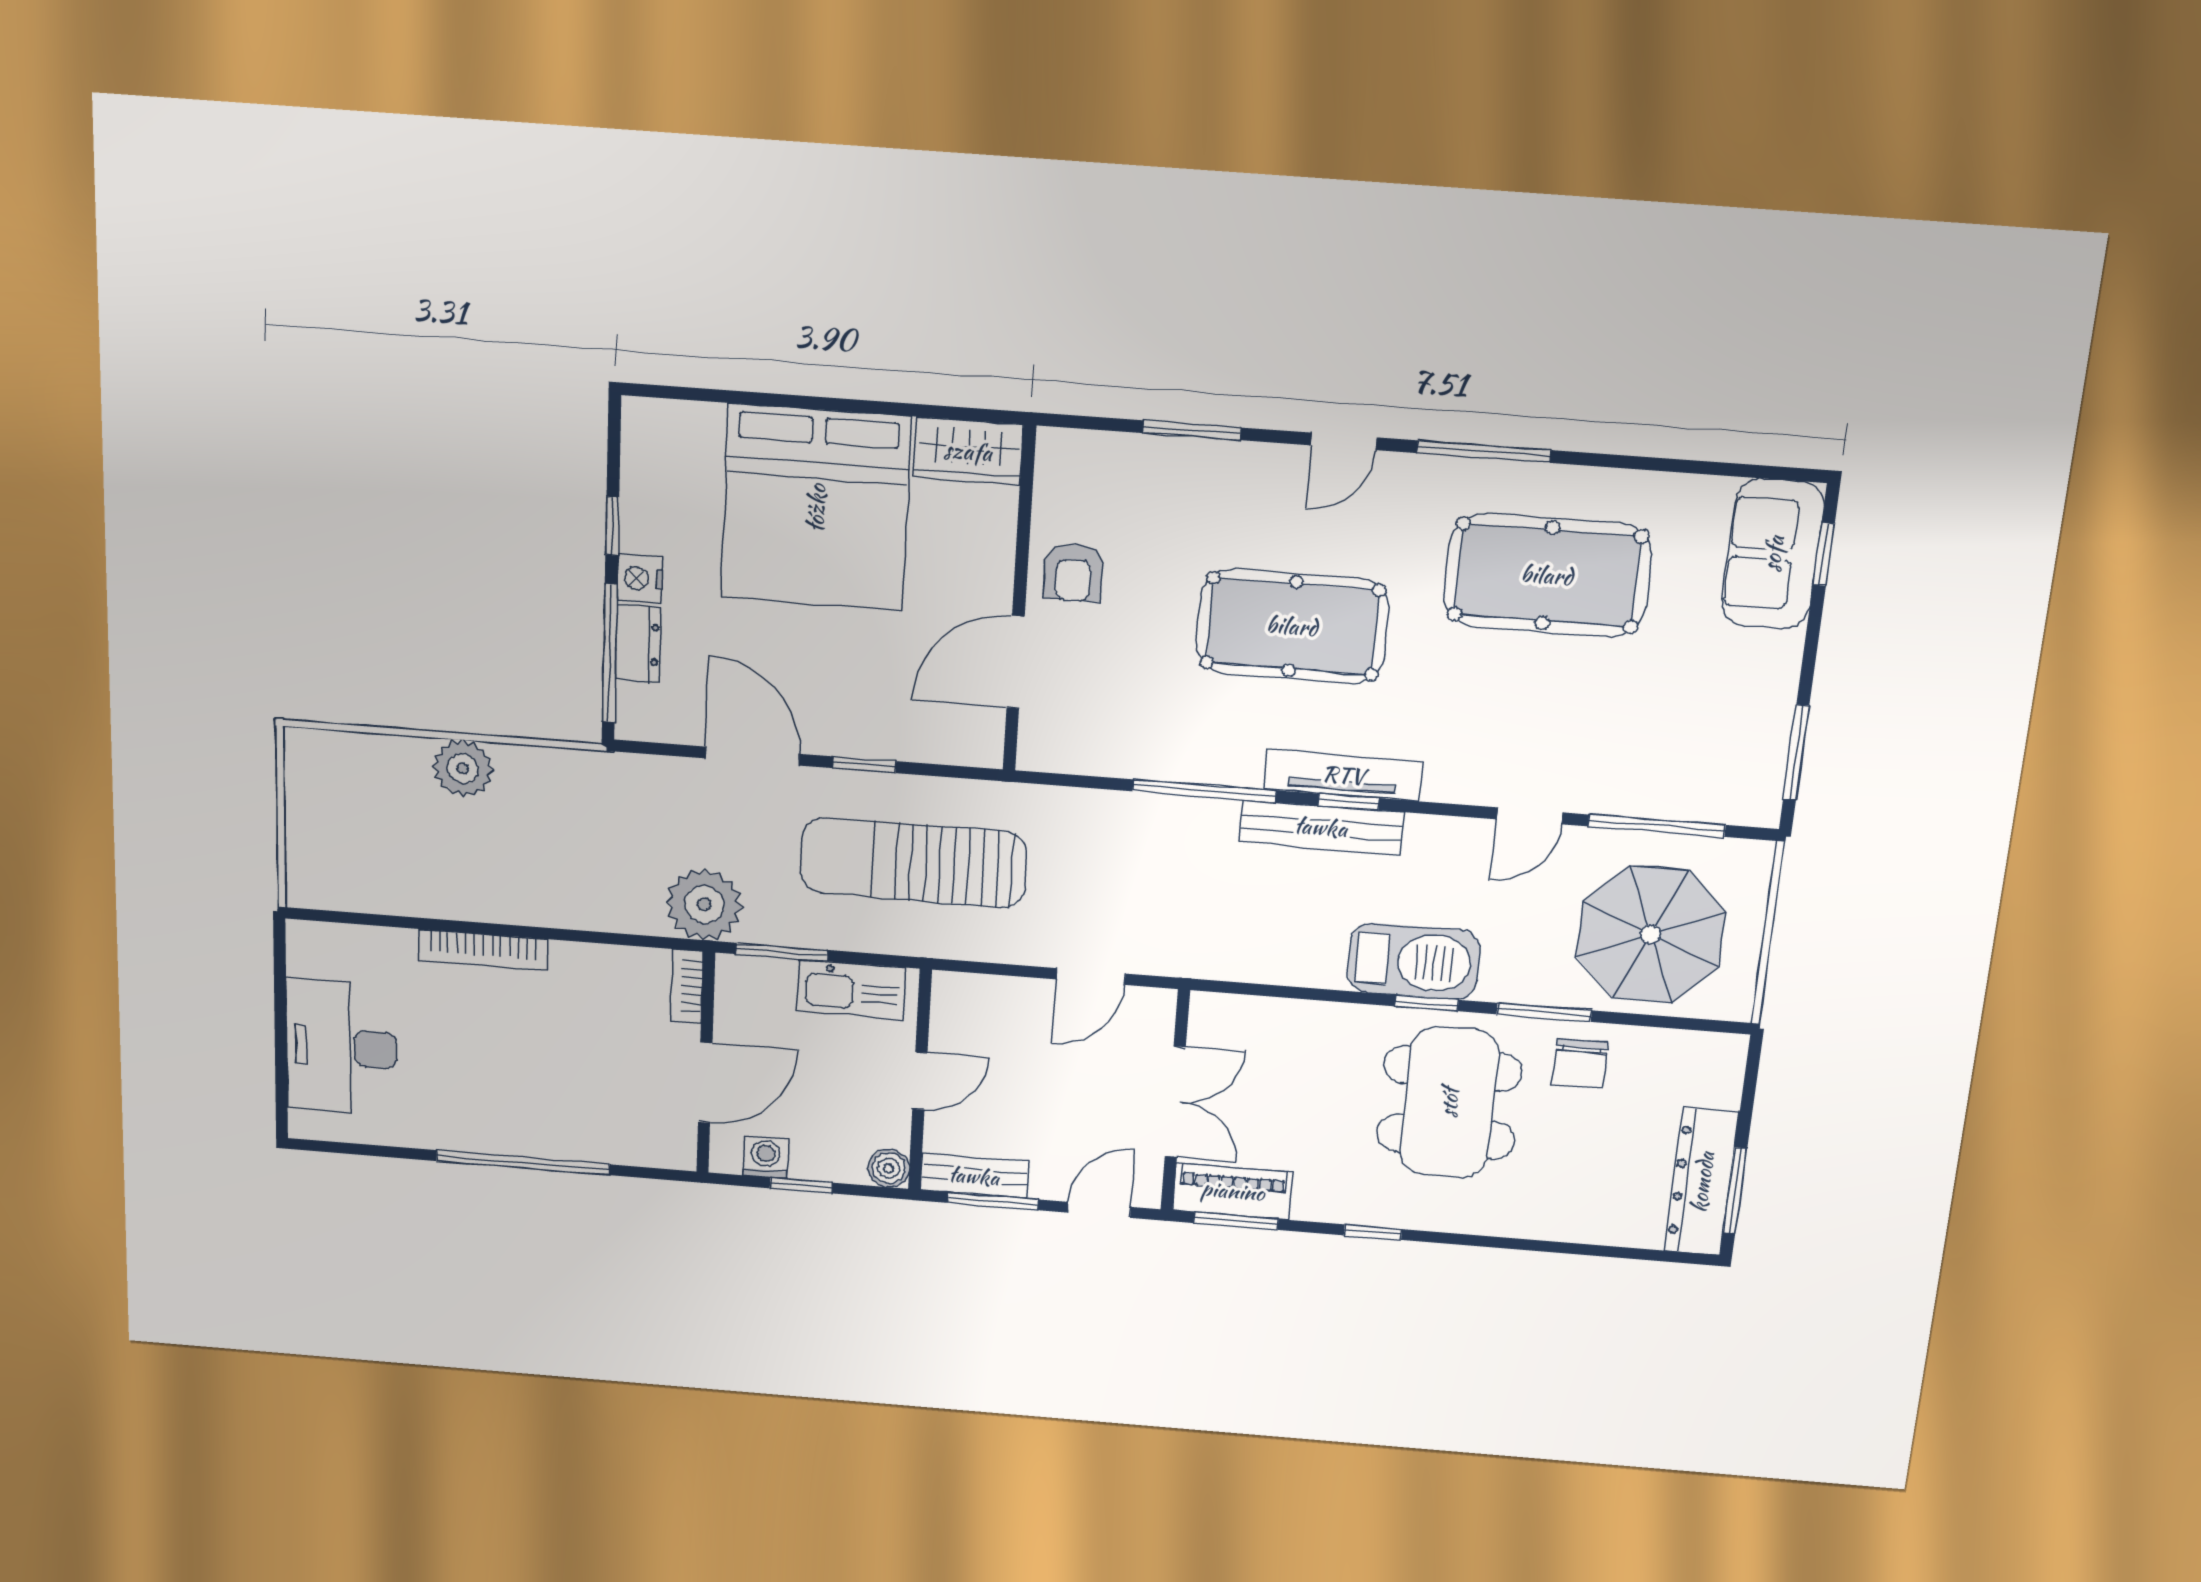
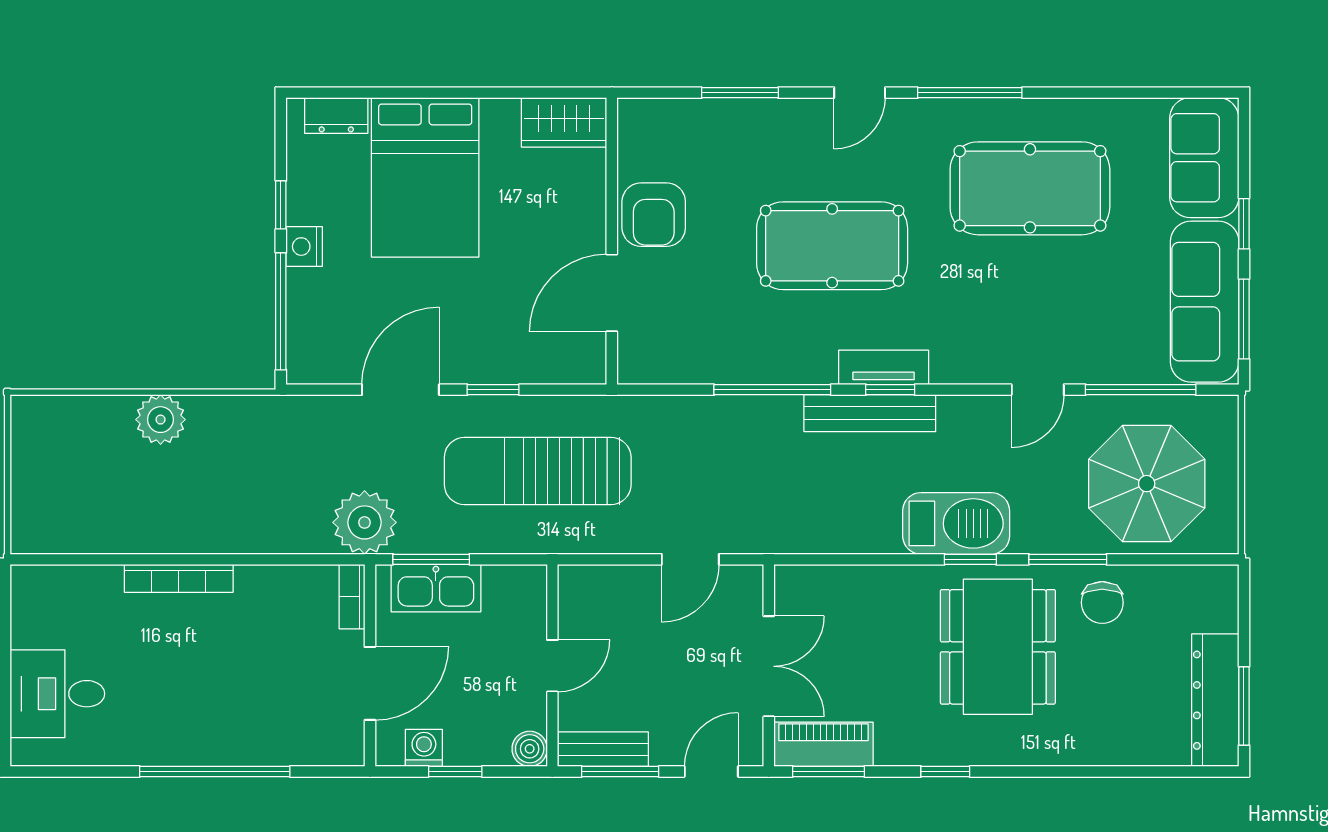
bed: (816, 508) -> (425, 177), width x0.73
window: (1824, 554) -> (1244, 224), moved
armchair: (1073, 572) -> (654, 215), width x1.38, depth x1.38
dresser: (638, 644) -> (336, 116), moved, turned 90
sofa: (1750, 728) -> (1205, 302), added
door: (752, 756) -> (400, 390), hinge flipped
tv unit: (1343, 775) -> (884, 367), width x0.71
kitchen sink: (851, 990) -> (436, 588), moved
desk: (341, 1047) -> (57, 694), width x0.73

